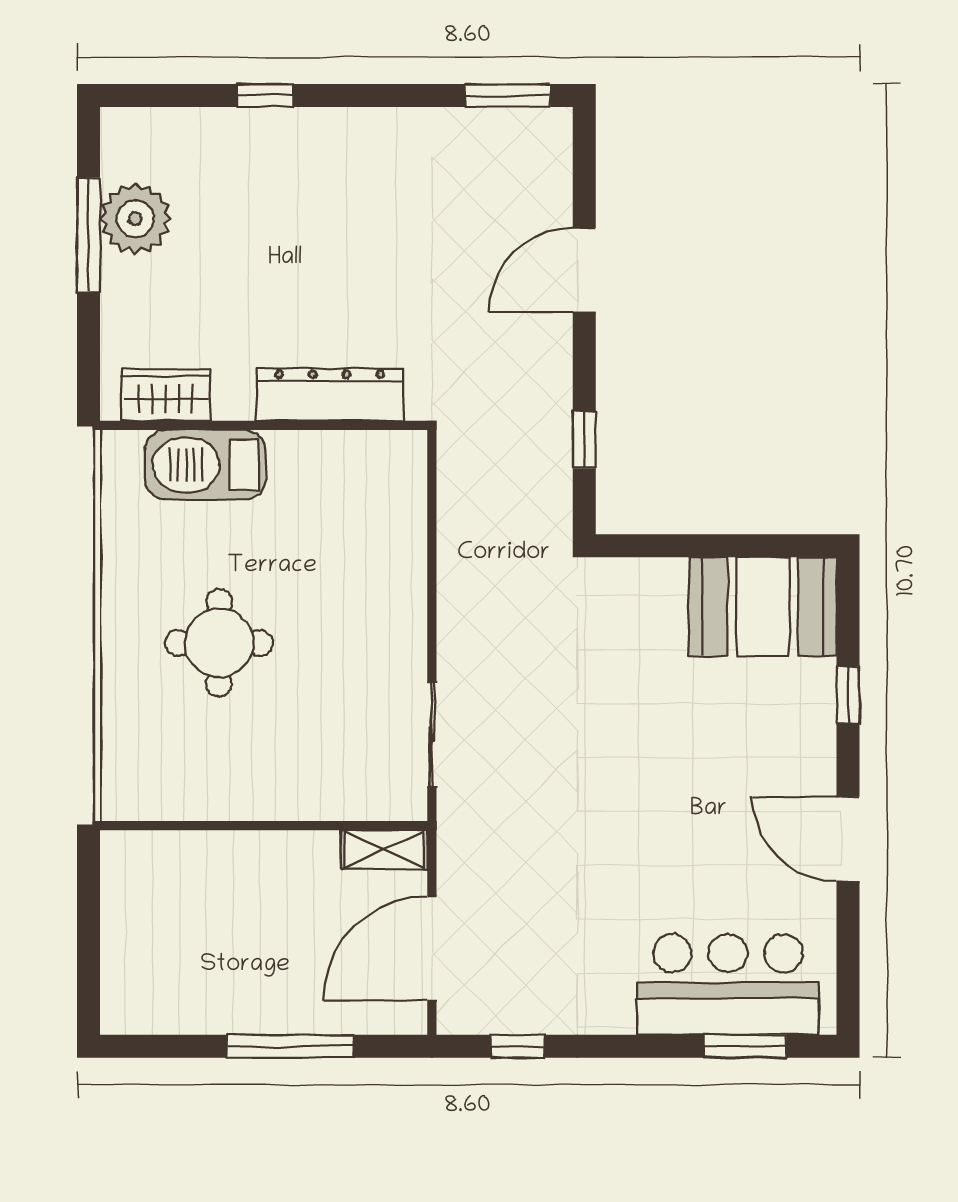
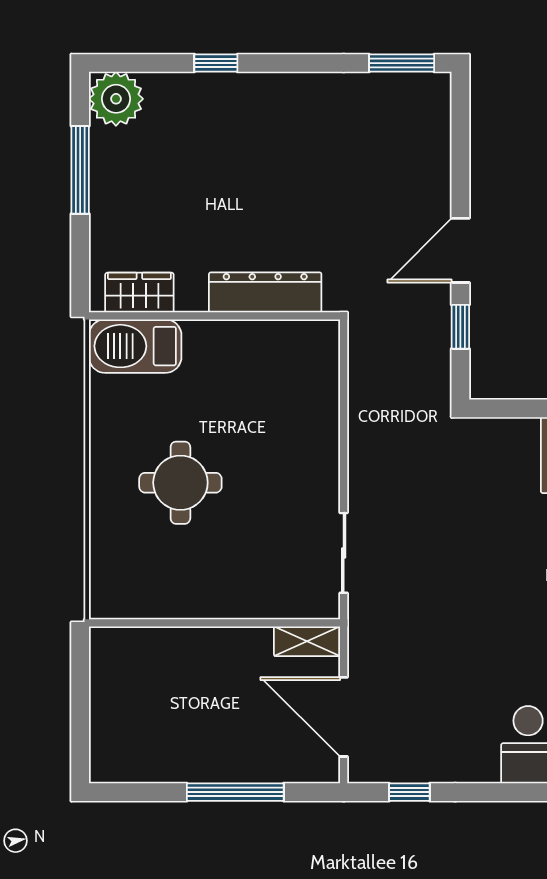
plant: (135, 219) -> (116, 99), moved
door: (584, 270) -> (460, 250), moved
barbecue: (205, 465) -> (135, 346), moved
door: (432, 948) -> (344, 717), hinge flipped

